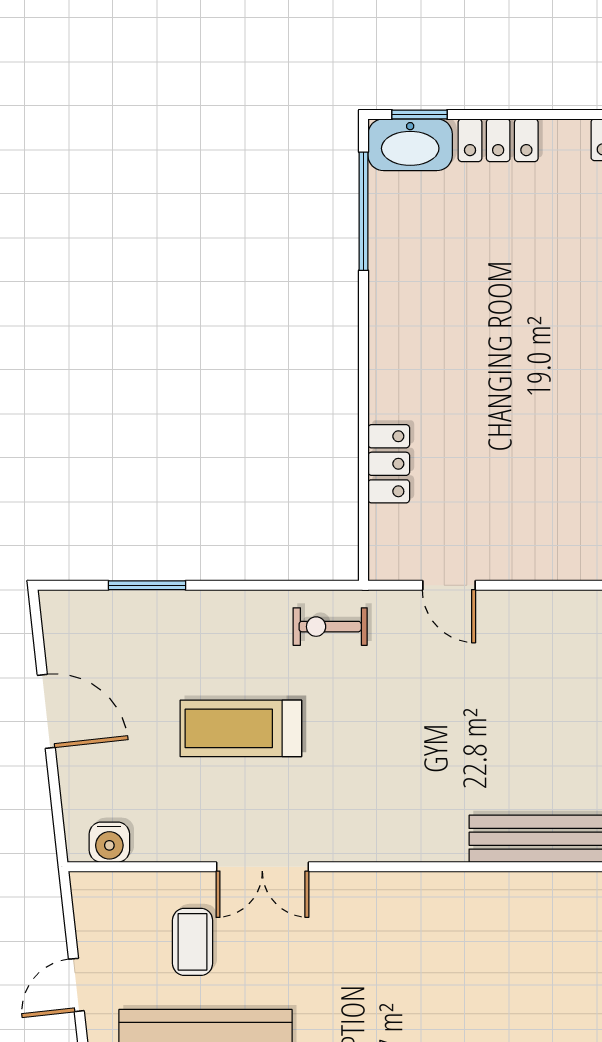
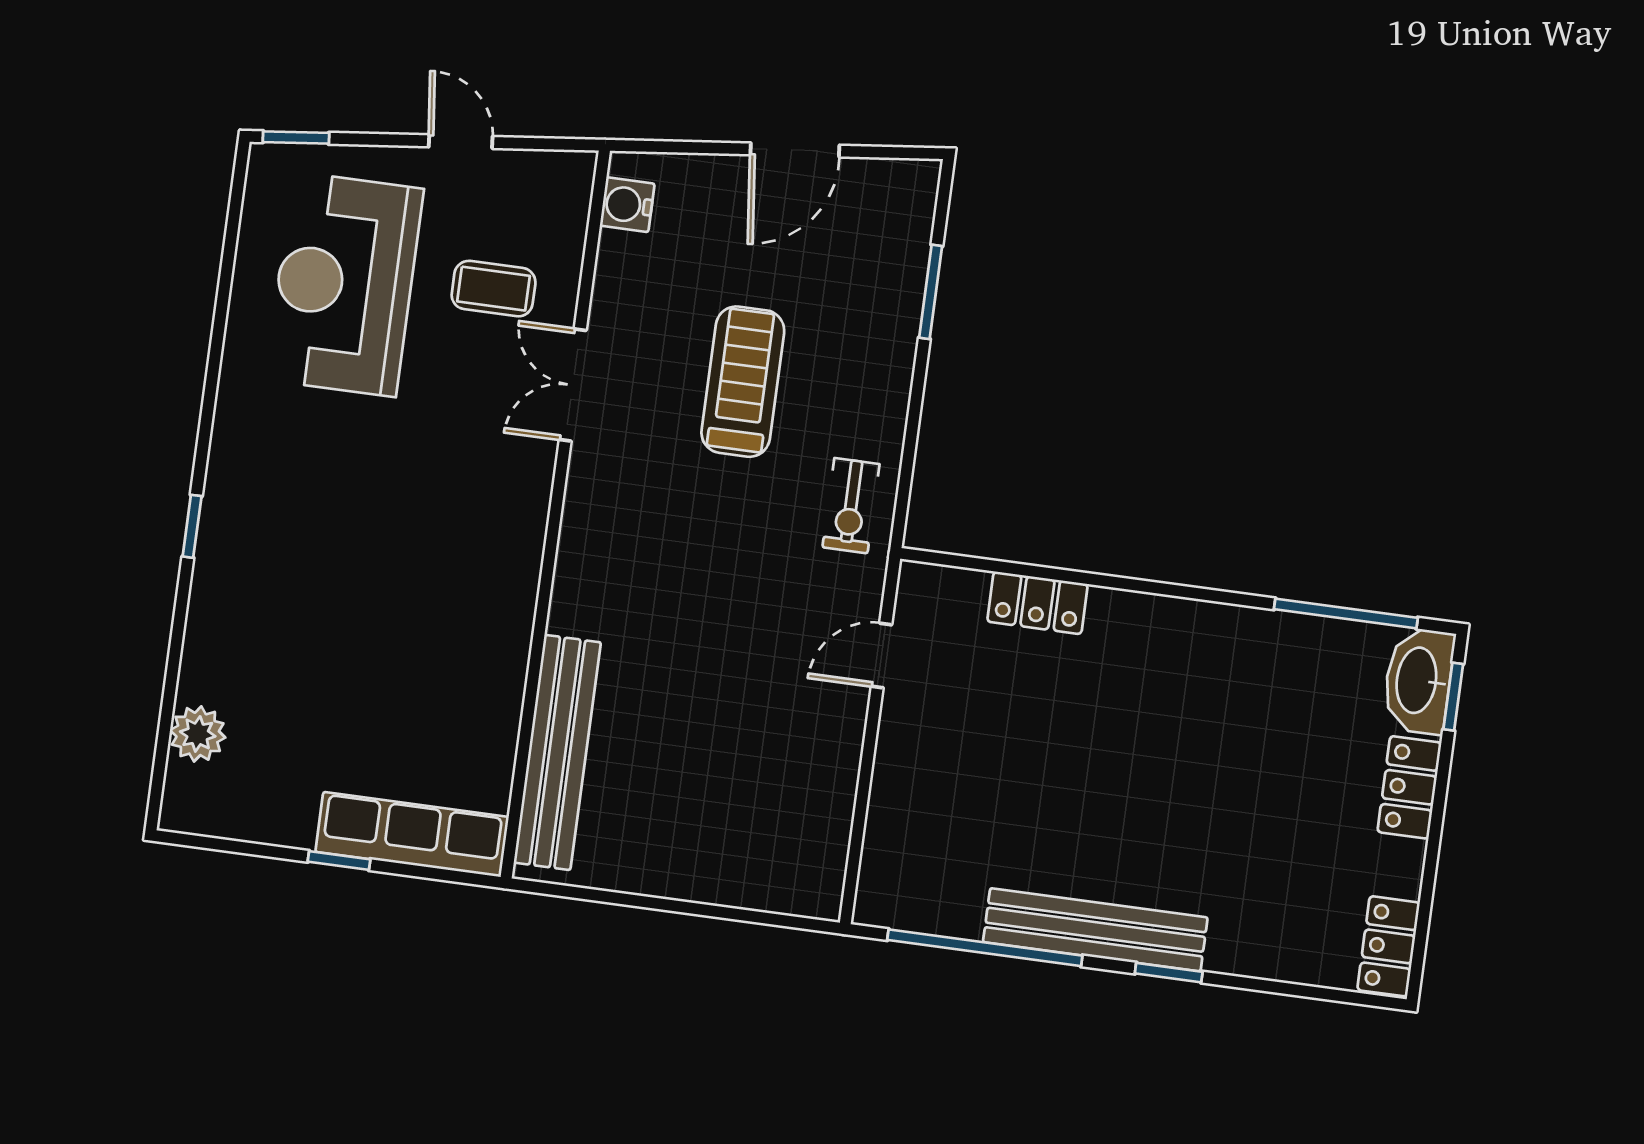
exercise bike: (330, 627) -> (851, 506), turned 180

